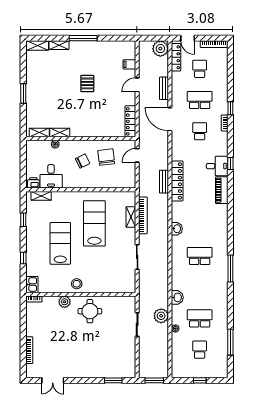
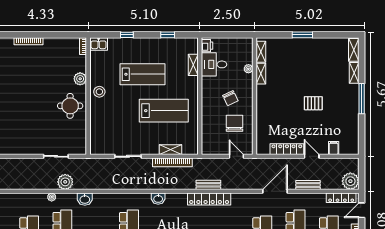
locker: (130, 121) -> (287, 149), moved
chair: (106, 157) -> (235, 123), turned -83
shelving: (41, 196) -> (193, 65), moved

